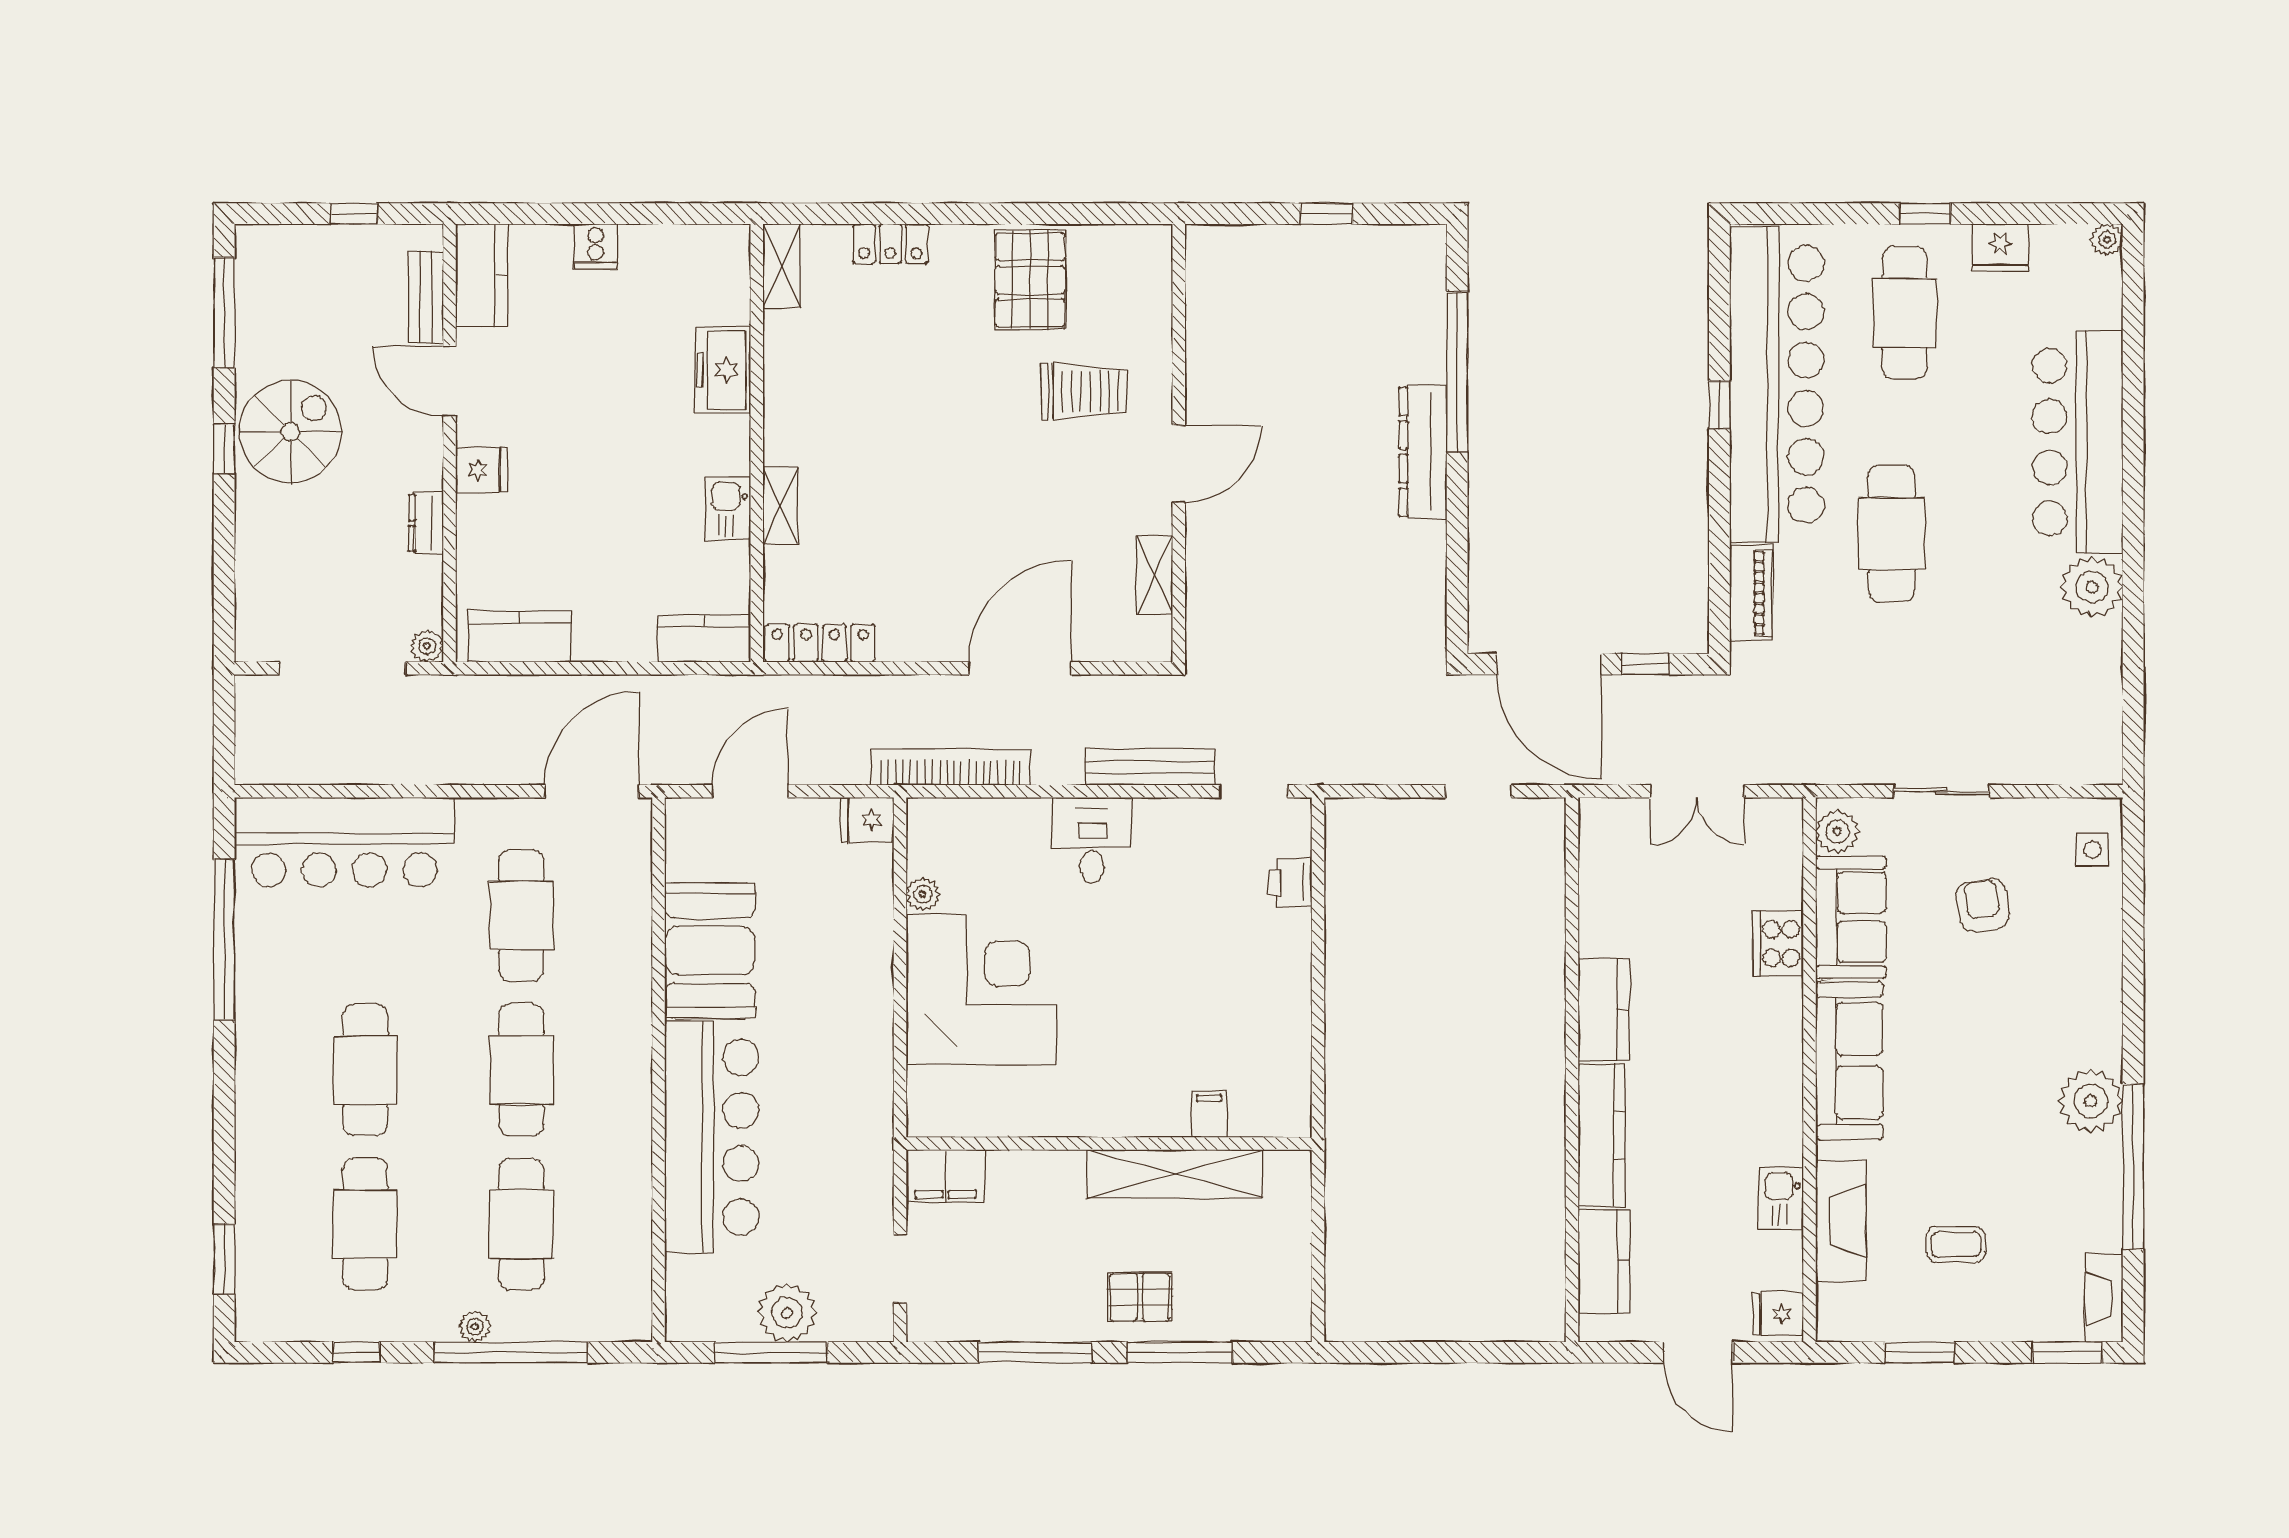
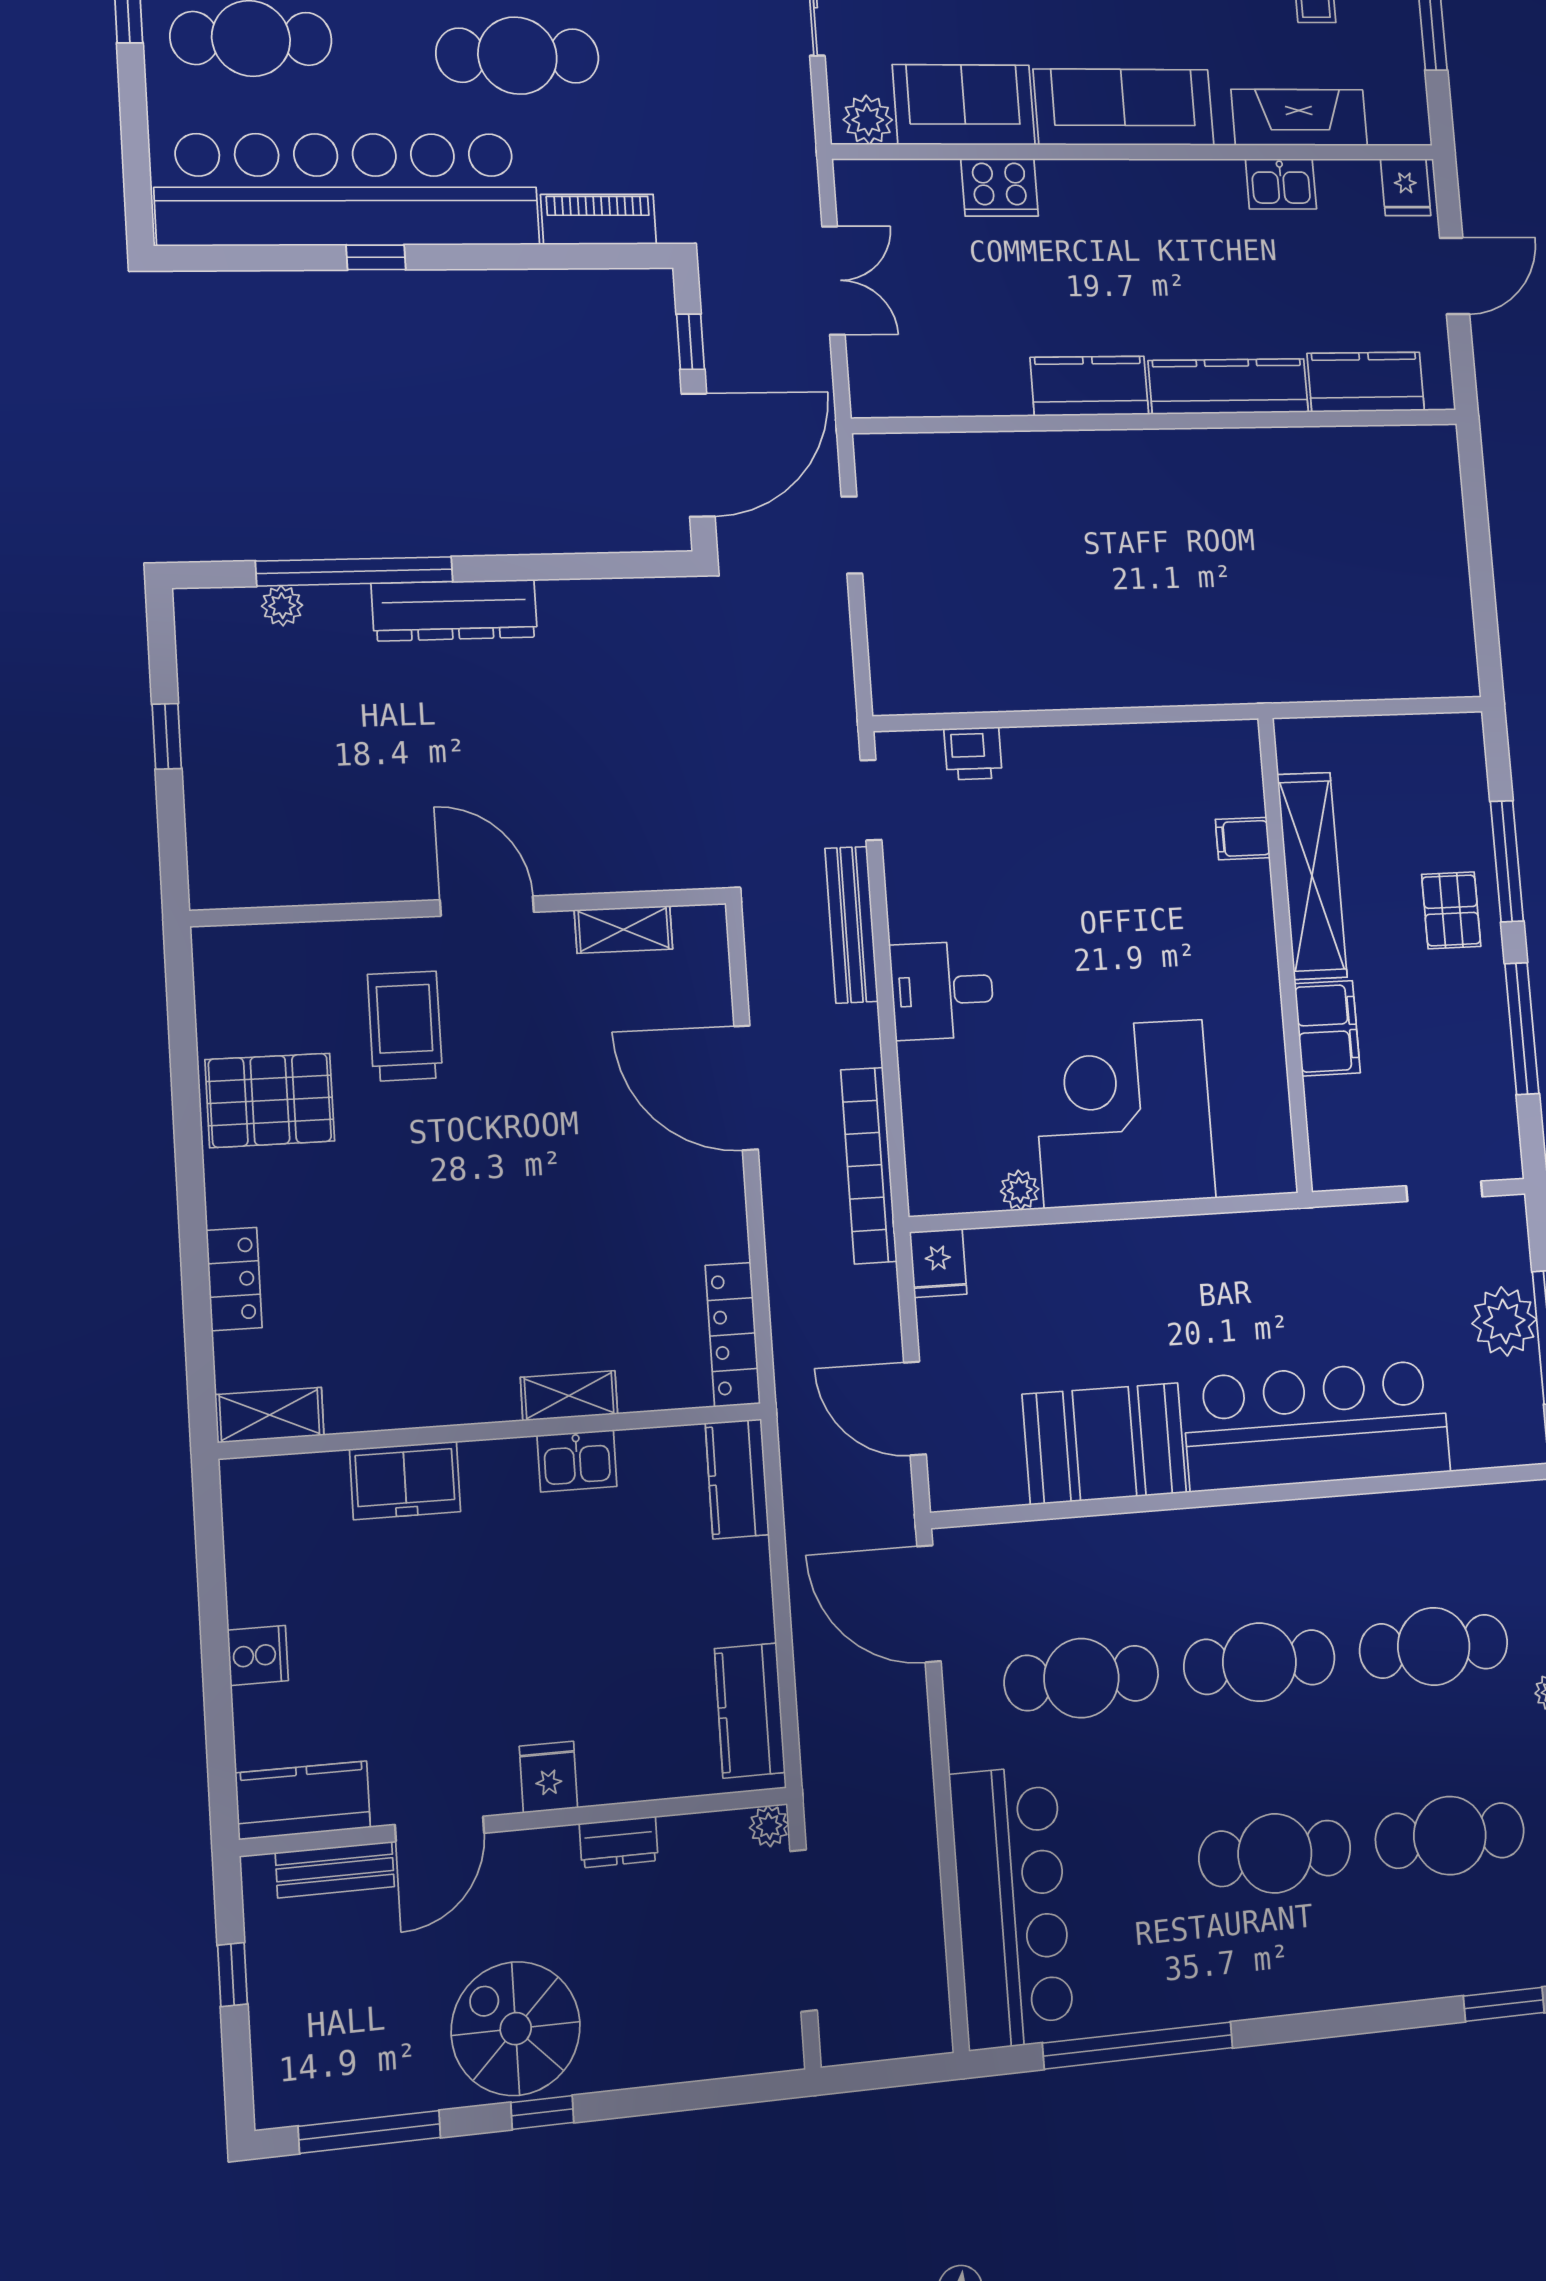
plant: (1430, 312) -> (282, 606), added
filing cabinet: (946, 1176) -> (1327, 1028), moved

